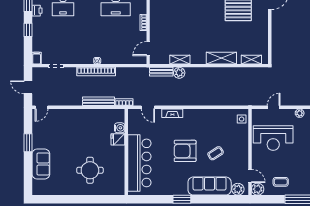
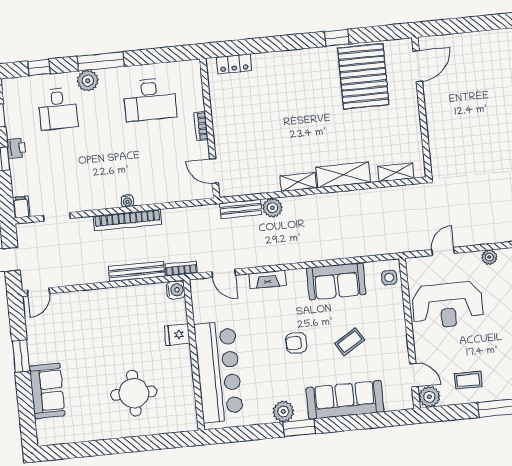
printer: (37, 11) -> (16, 148), moved
door: (148, 49) -> (214, 171), hinge flipped
shelving: (180, 60) -> (298, 182), moved
sofa: (211, 118) -> (336, 281), added
water cooler: (120, 128) -> (176, 290), moved
armchair: (185, 151) -> (296, 343), width x0.53, depth x0.53
plant: (238, 189) -> (283, 412), moved

